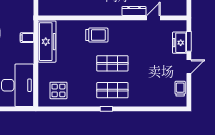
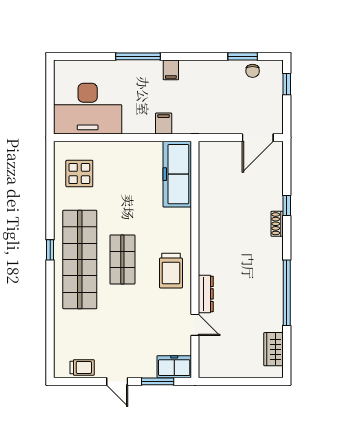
trolley: (97, 35) -> (171, 271), moved
freezer: (47, 42) -> (177, 174), moved, turned 90
freezer: (180, 43) -> (174, 367), moved
shop shelf: (112, 90) -> (80, 260), width x2.00, depth x1.36

